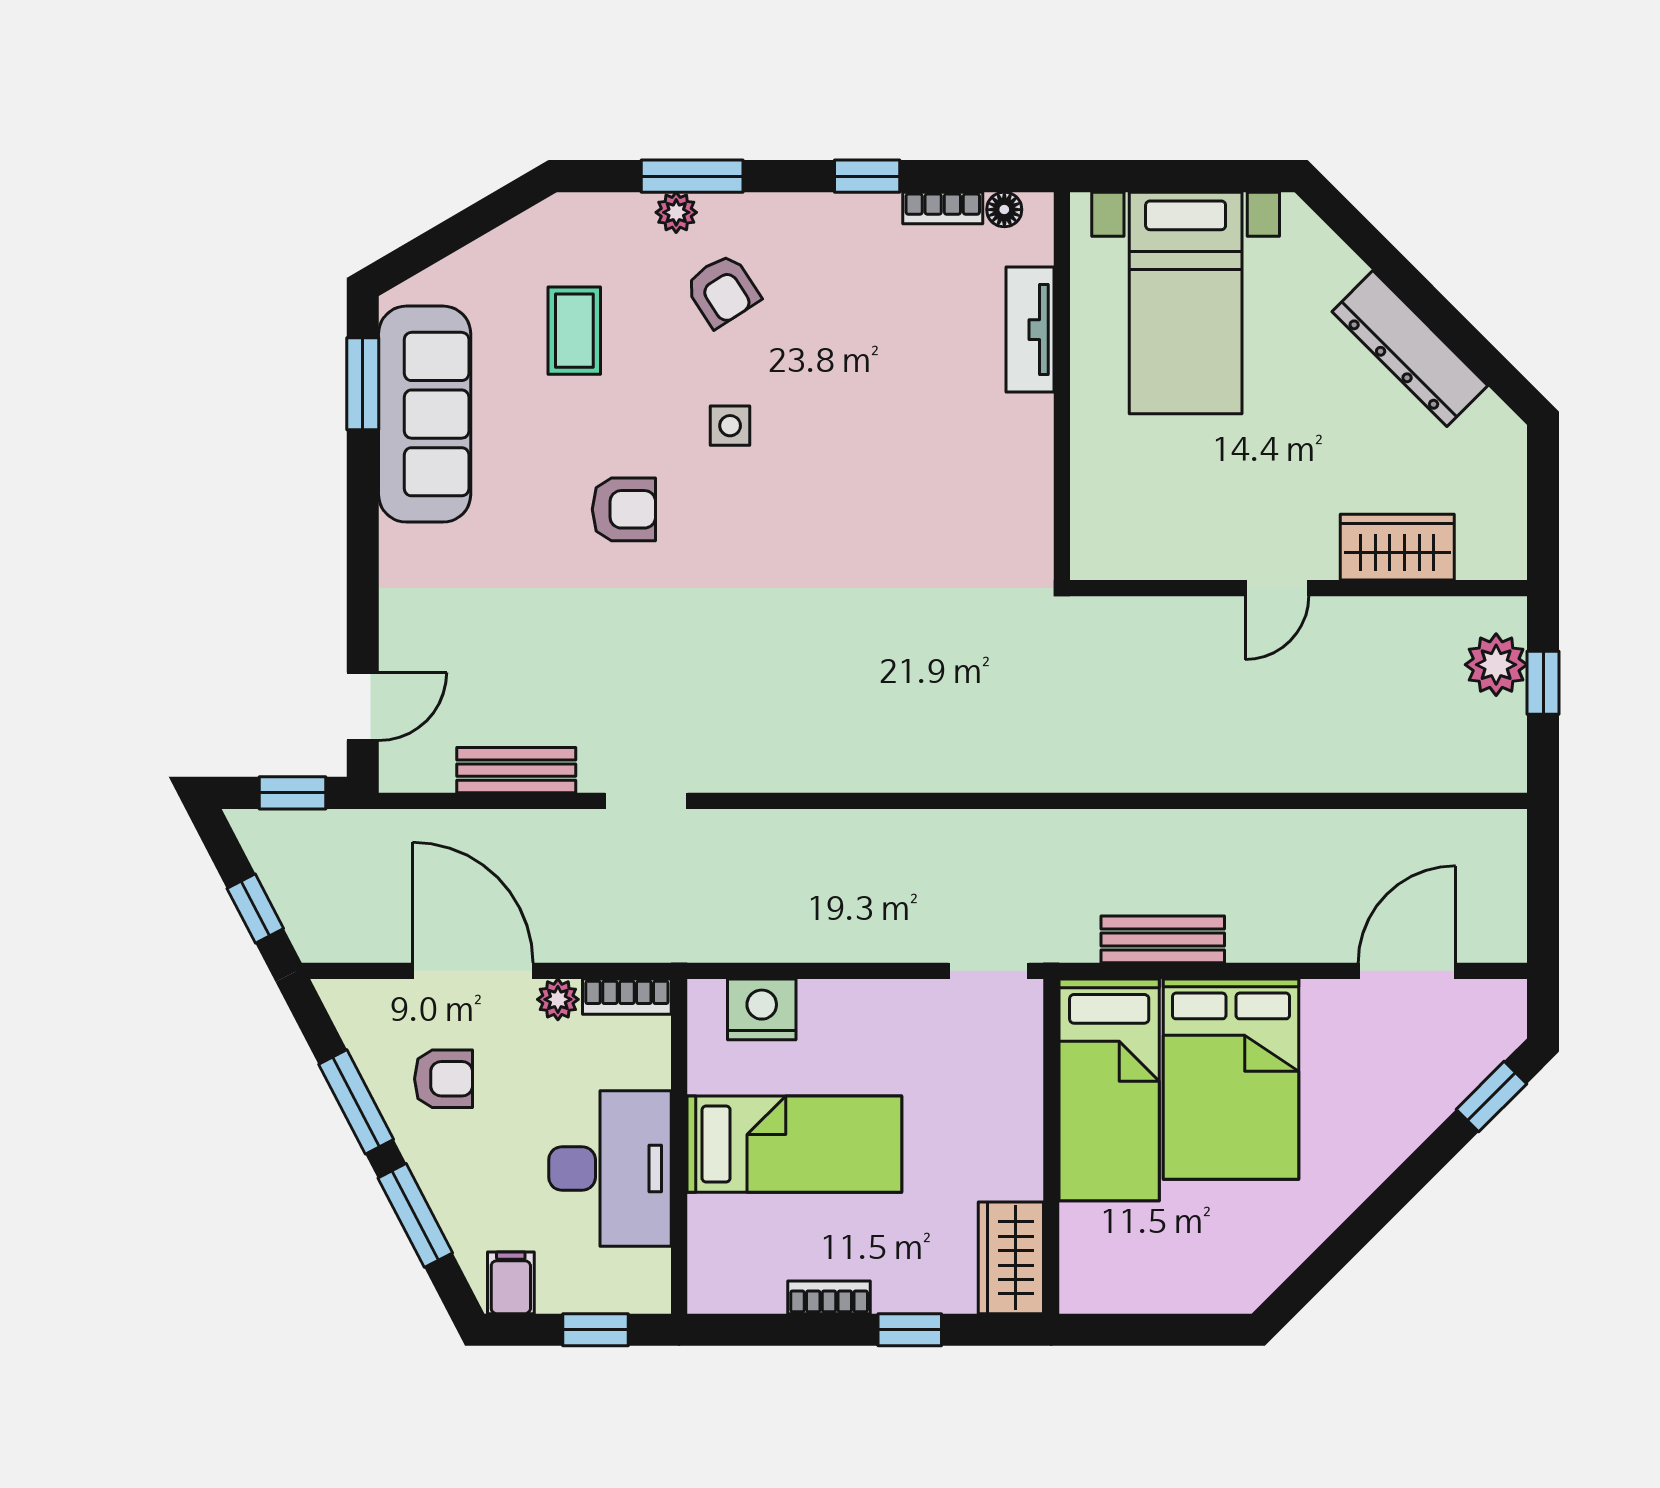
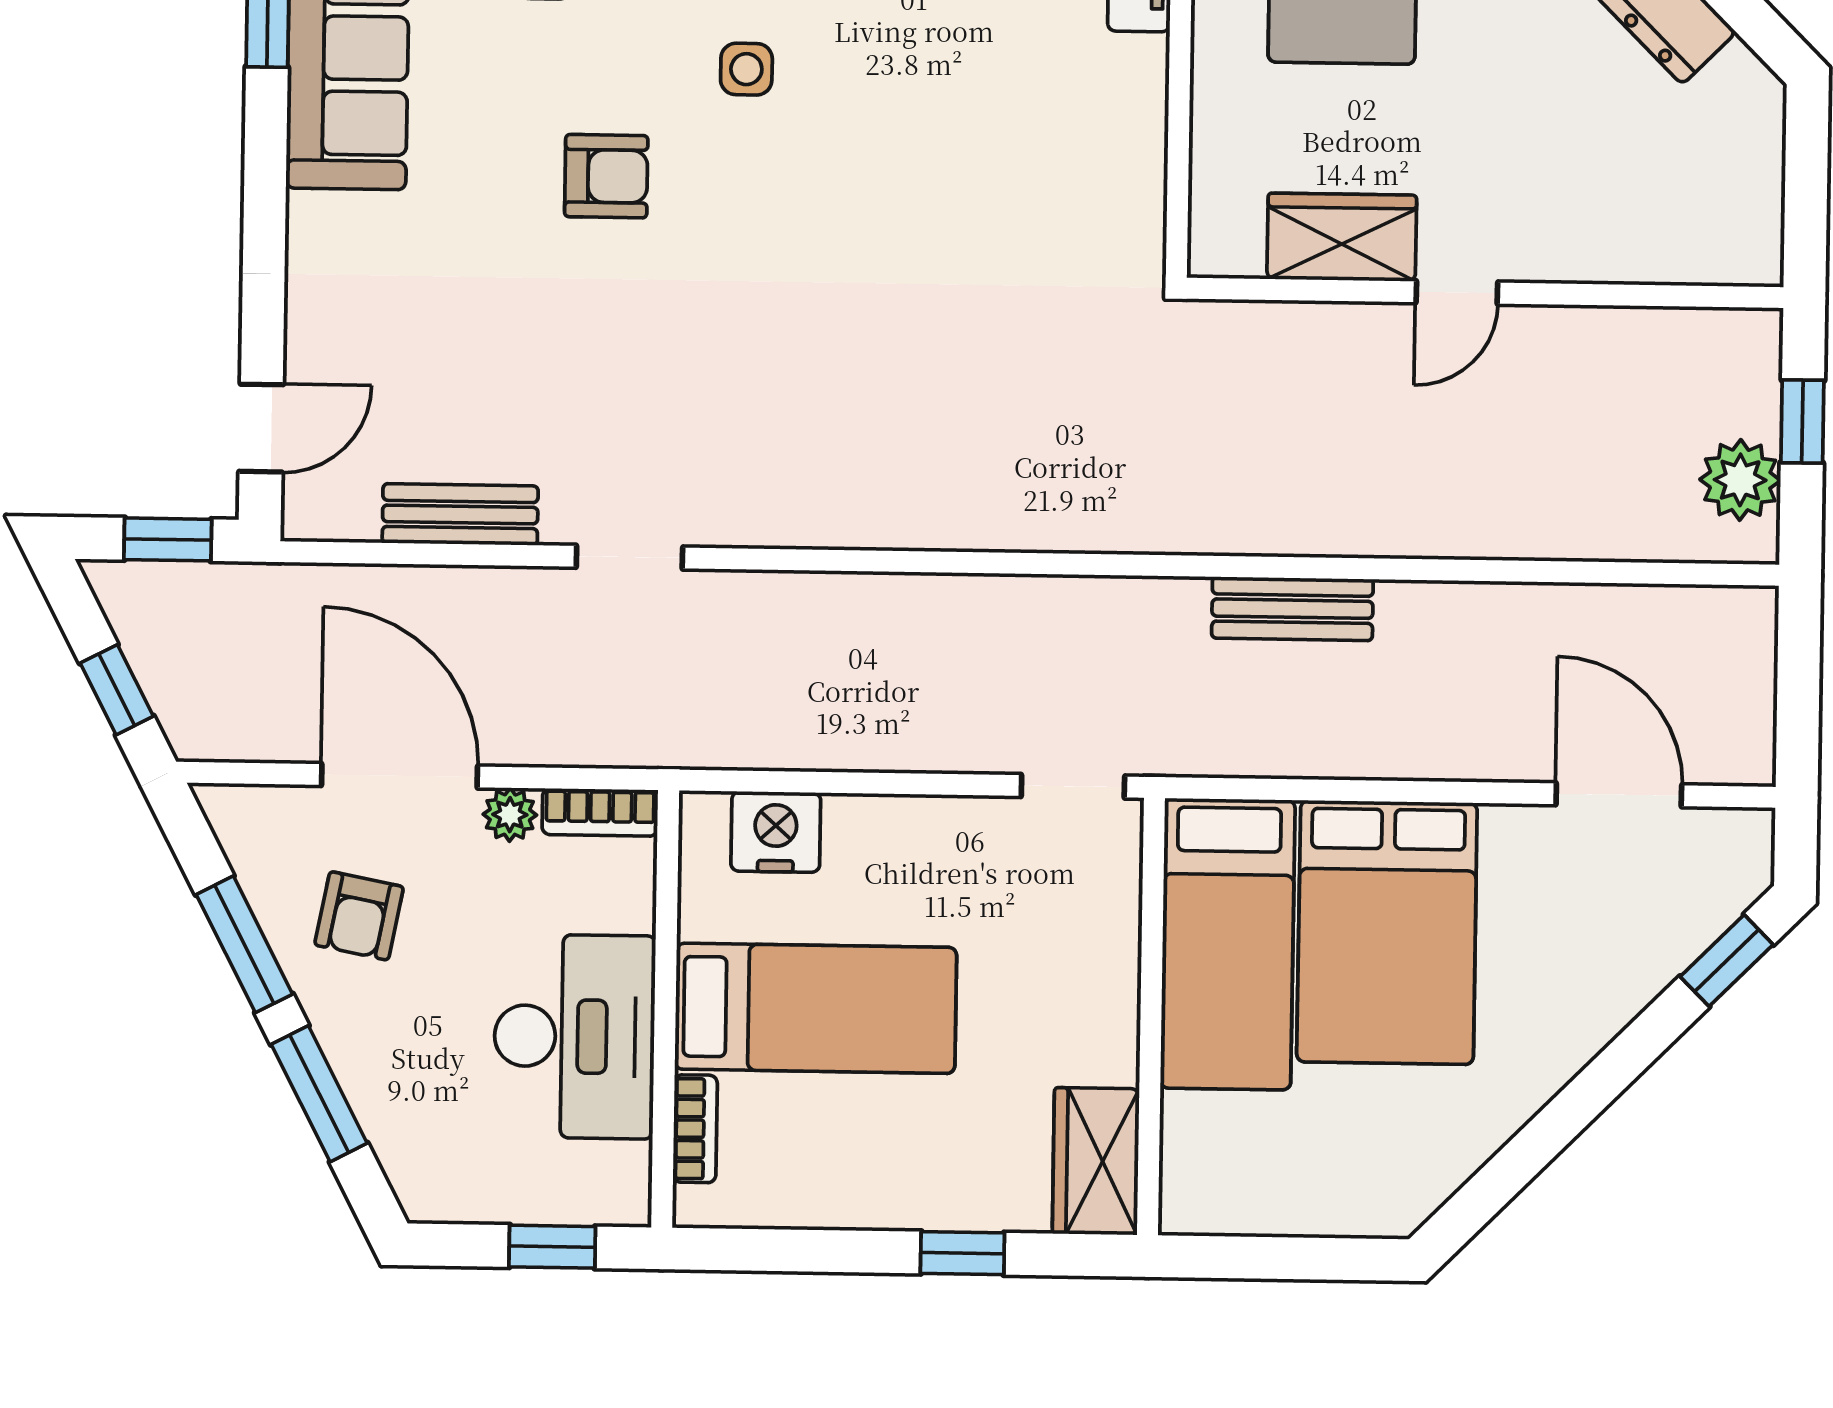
wardrobe: (1397, 547) -> (1342, 237), moved
plant: (1496, 665) -> (1740, 480), moved
bench: (1163, 939) -> (1292, 609), moved
door: (1407, 971) -> (1619, 795), hinge flipped
armchair: (444, 1079) -> (359, 916), turned 101
filing cabinet: (511, 1283) -> (443, 1184), removed
bookcase: (829, 1297) -> (695, 1129), moved, turned 90

